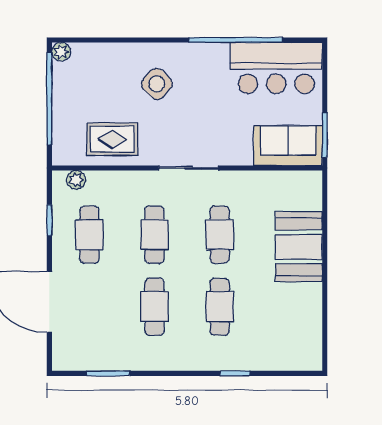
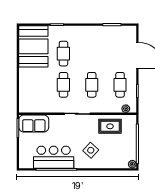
bar counter: (276, 68) -> (54, 157), moved
booth: (299, 247) -> (33, 46), moved, width x1.36, depth x1.42
cafe table: (155, 307) -> (92, 54), removed

